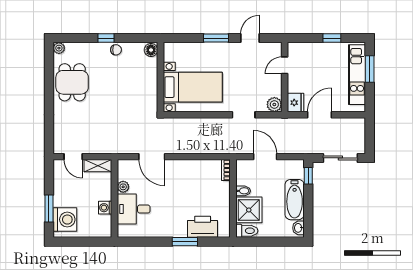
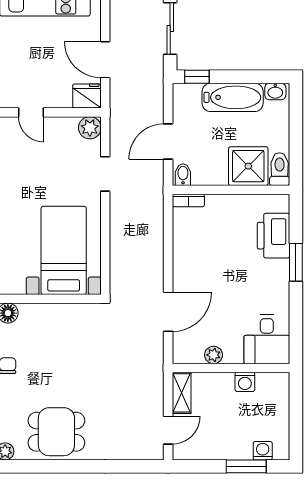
bidet: (243, 191) -> (183, 175), moved
desk: (134, 209) -> (267, 339), moved
washing machine: (65, 220) -> (263, 451), width x0.53, depth x0.53

